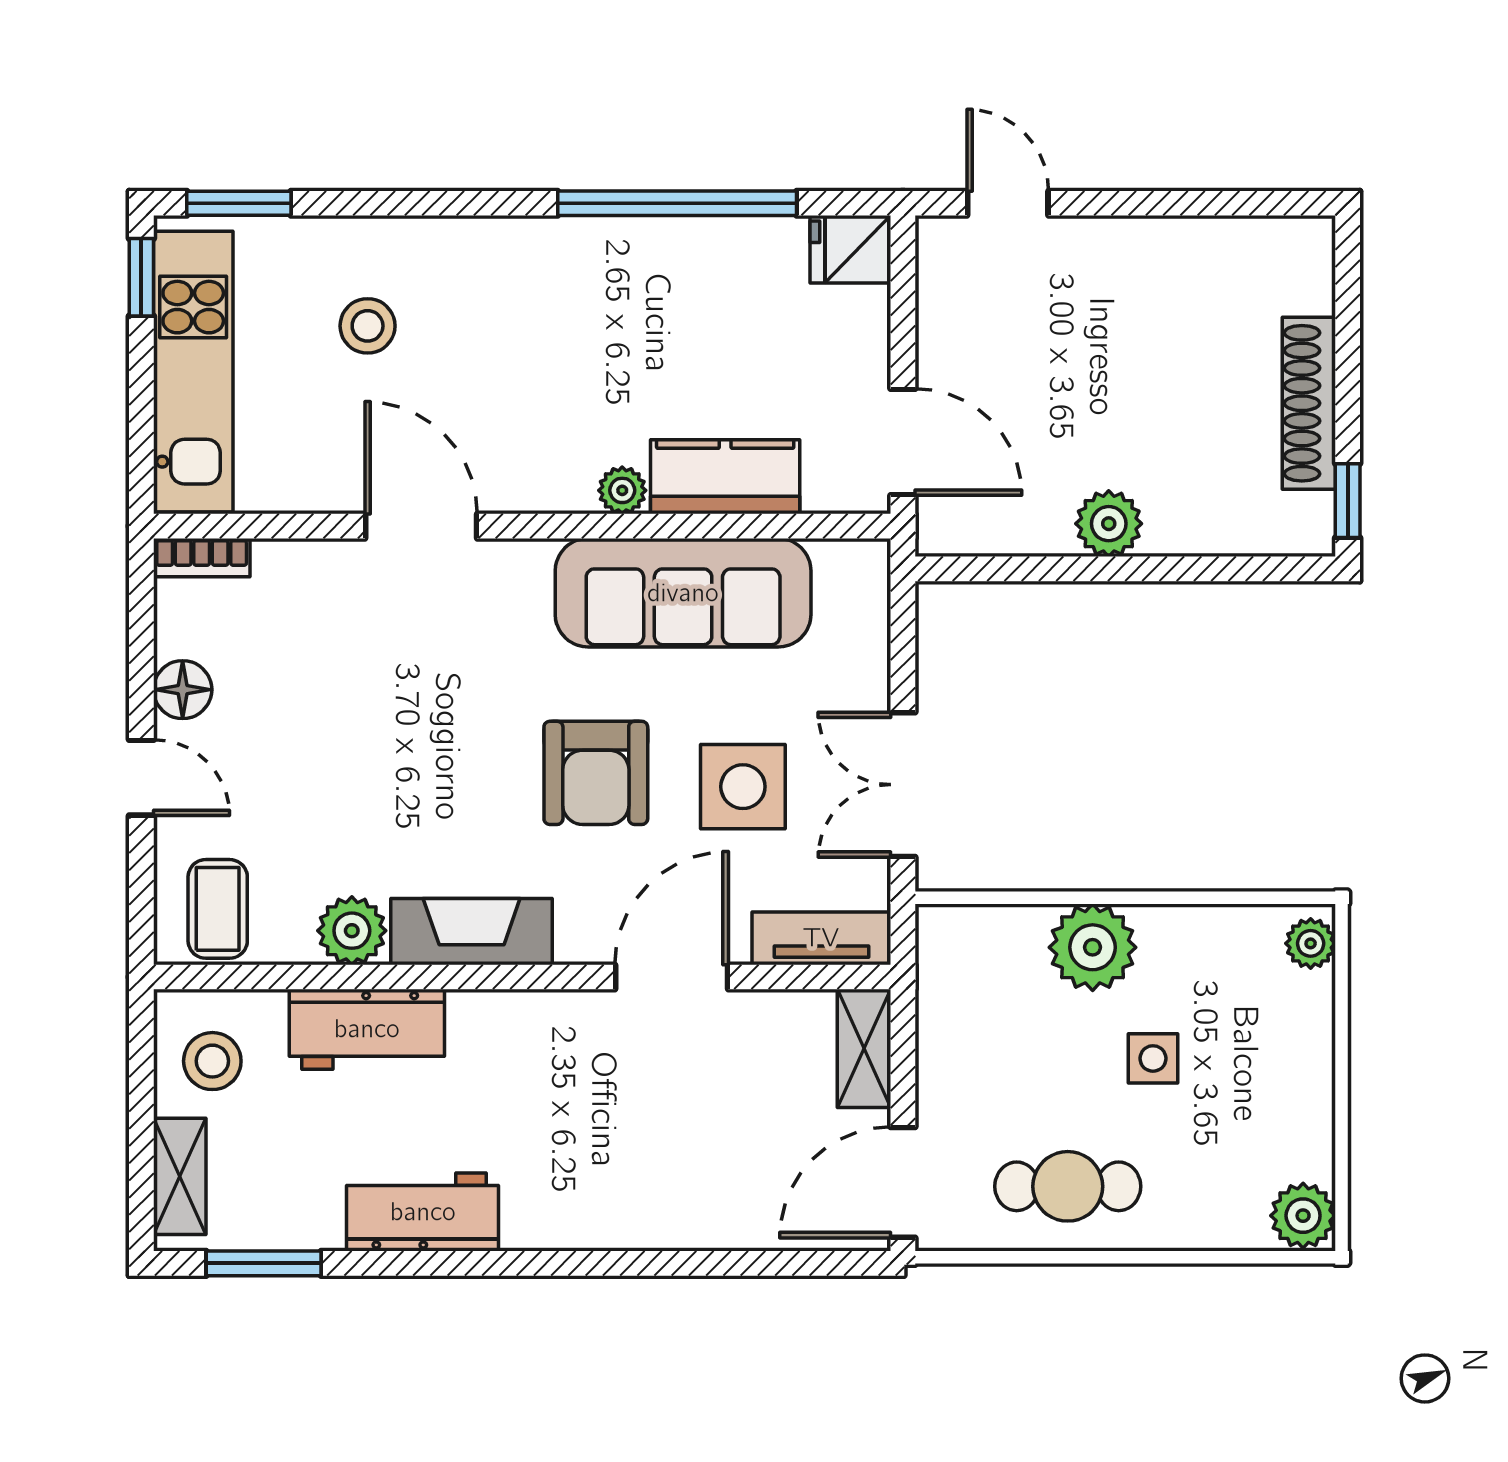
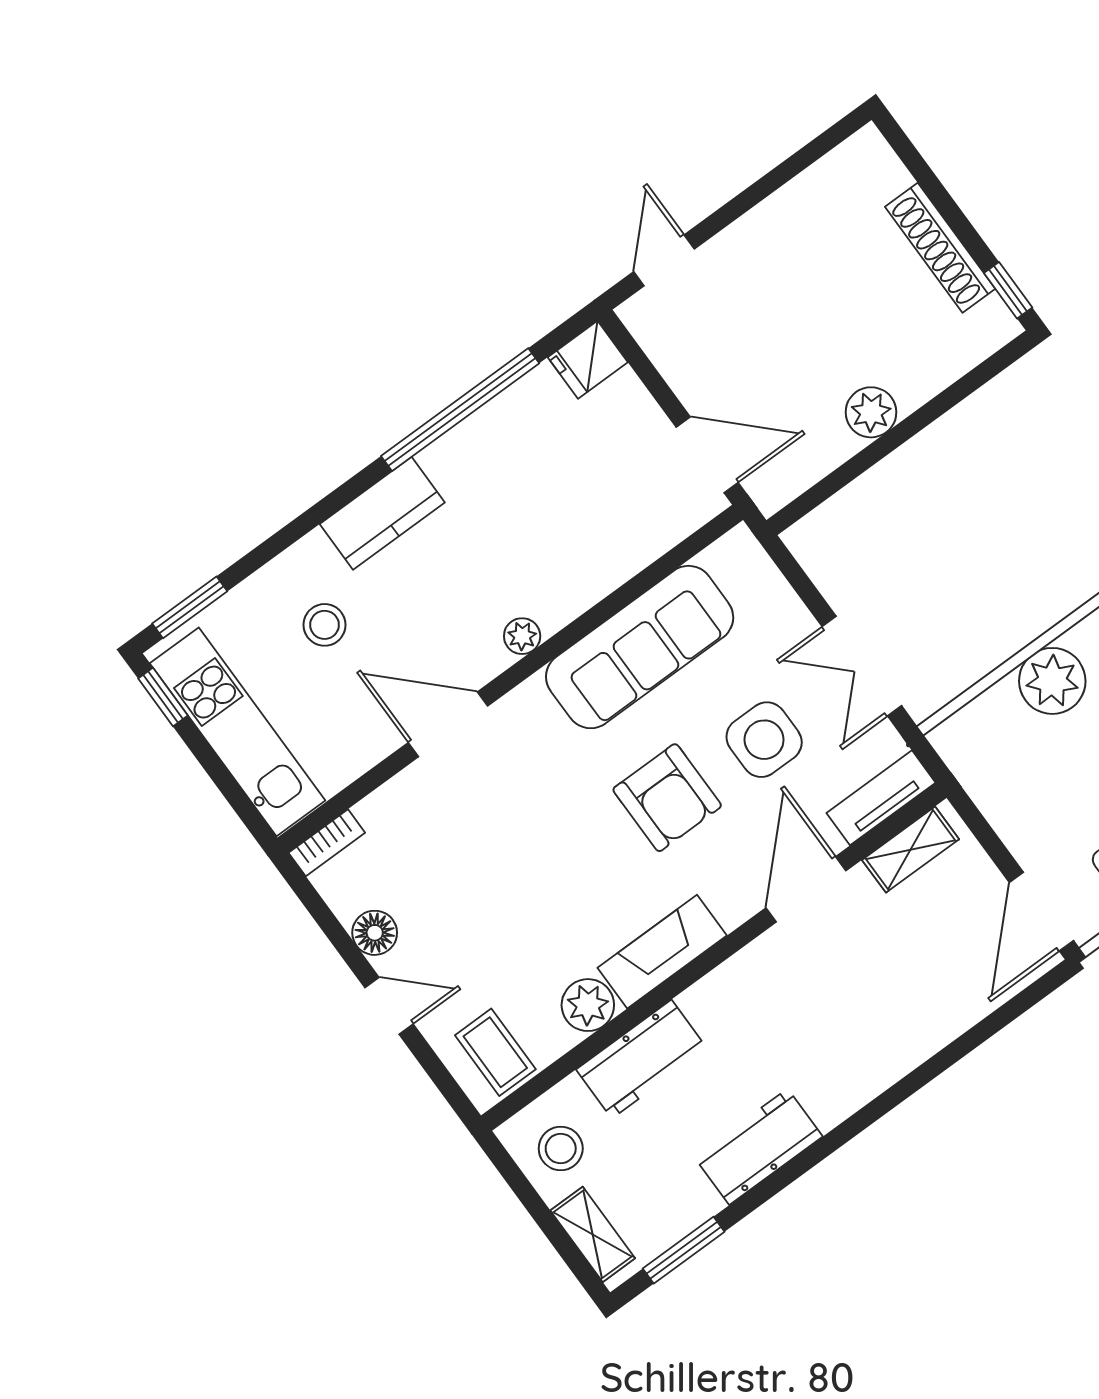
door: (1008, 203) -> (664, 260), hinge flipped
kitchen counter: (725, 477) -> (382, 513), moved, turned 180
plant: (622, 490) -> (522, 636), moved
shelving: (864, 1048) -> (911, 850), moved, turned 90

